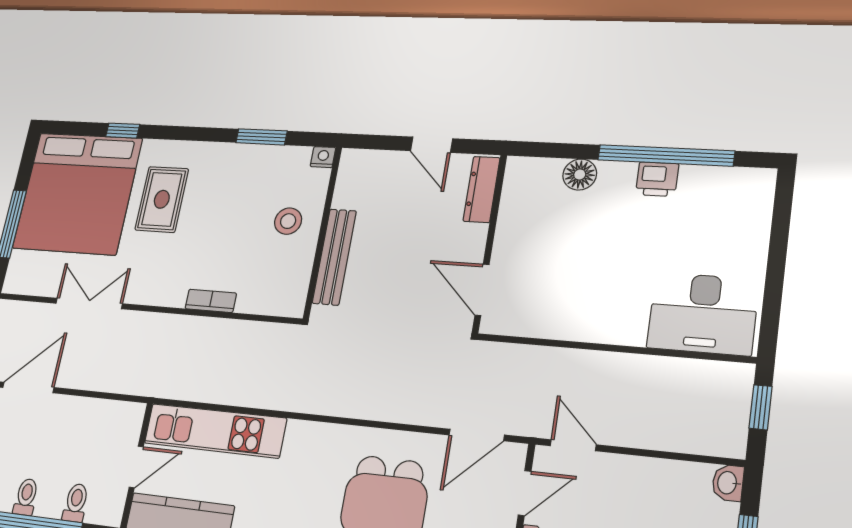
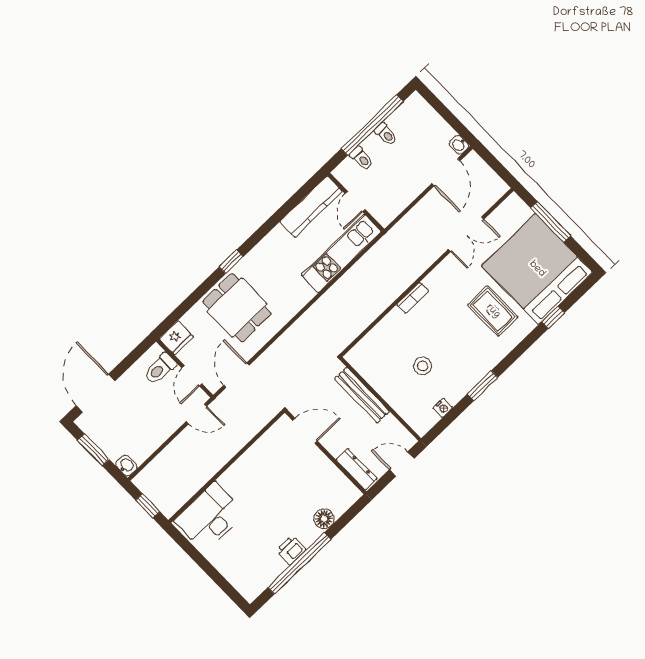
wall: (323, 232) -> (380, 399), moved
bench: (334, 257) -> (362, 395), moved

